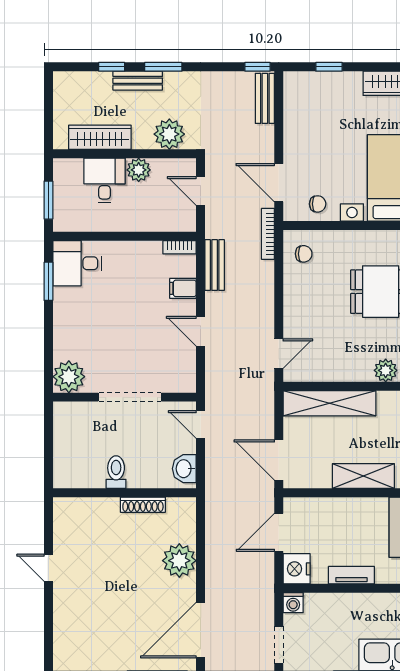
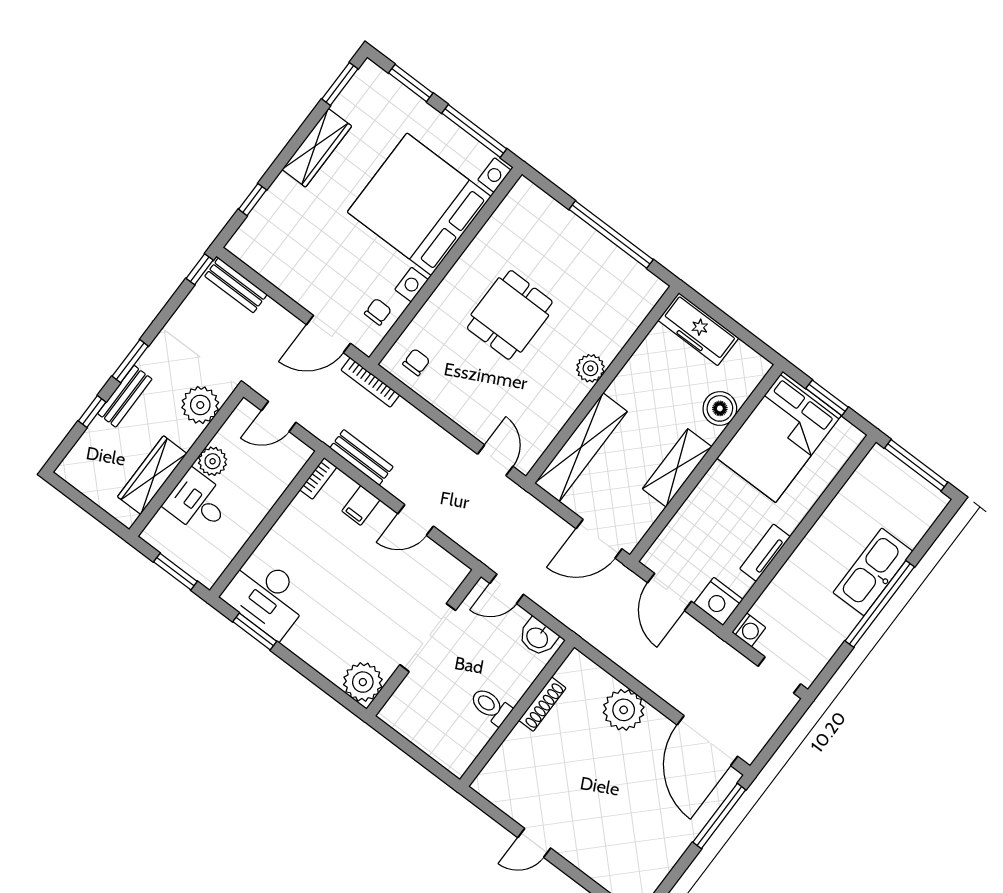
desk: (77, 263) -> (267, 596), width x1.37

